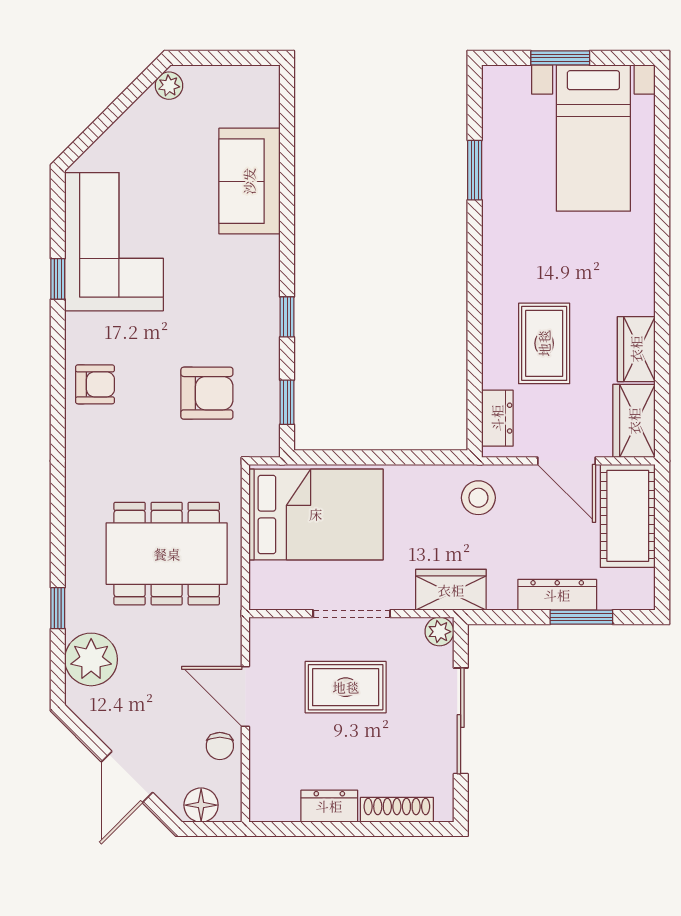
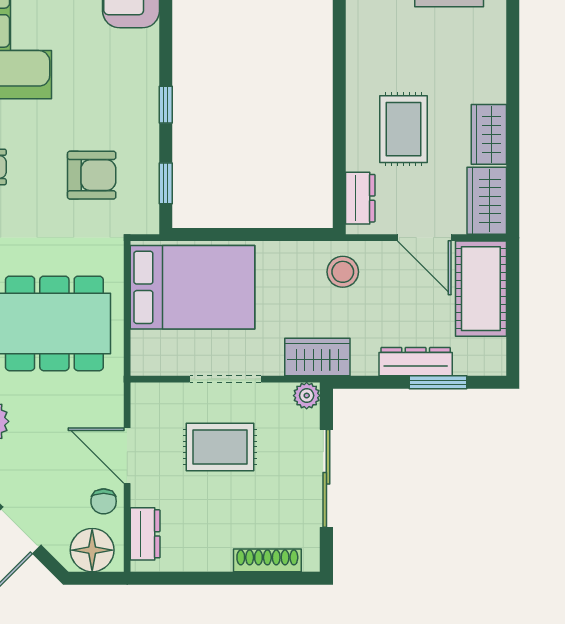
floor lamp: (201, 805) -> (92, 550), width x1.38, depth x1.38
dresser: (329, 806) -> (145, 534), moved, turned 90

